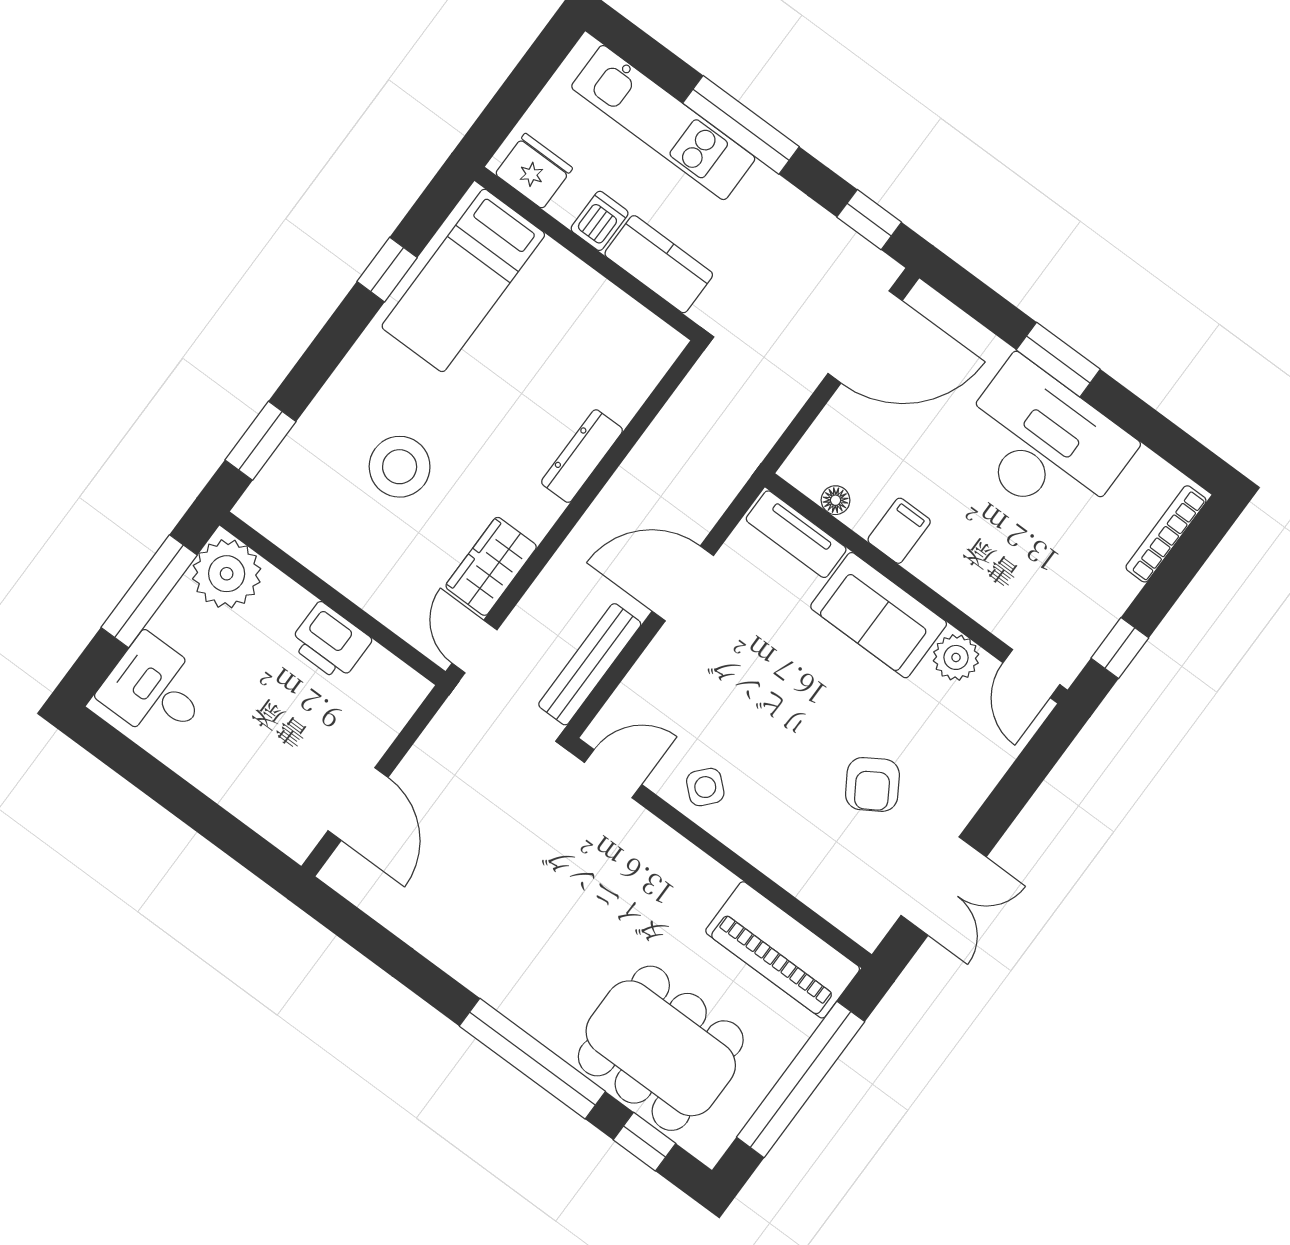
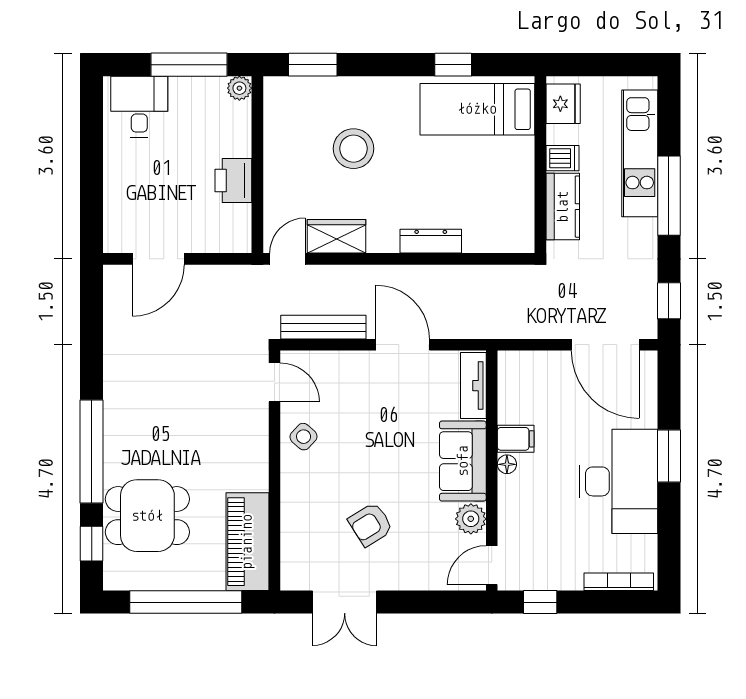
floor lamp: (836, 500) -> (507, 464), moved
plant: (227, 574) -> (239, 88), width x0.53, depth x0.53
dining table: (661, 1048) -> (147, 516), width x0.73

